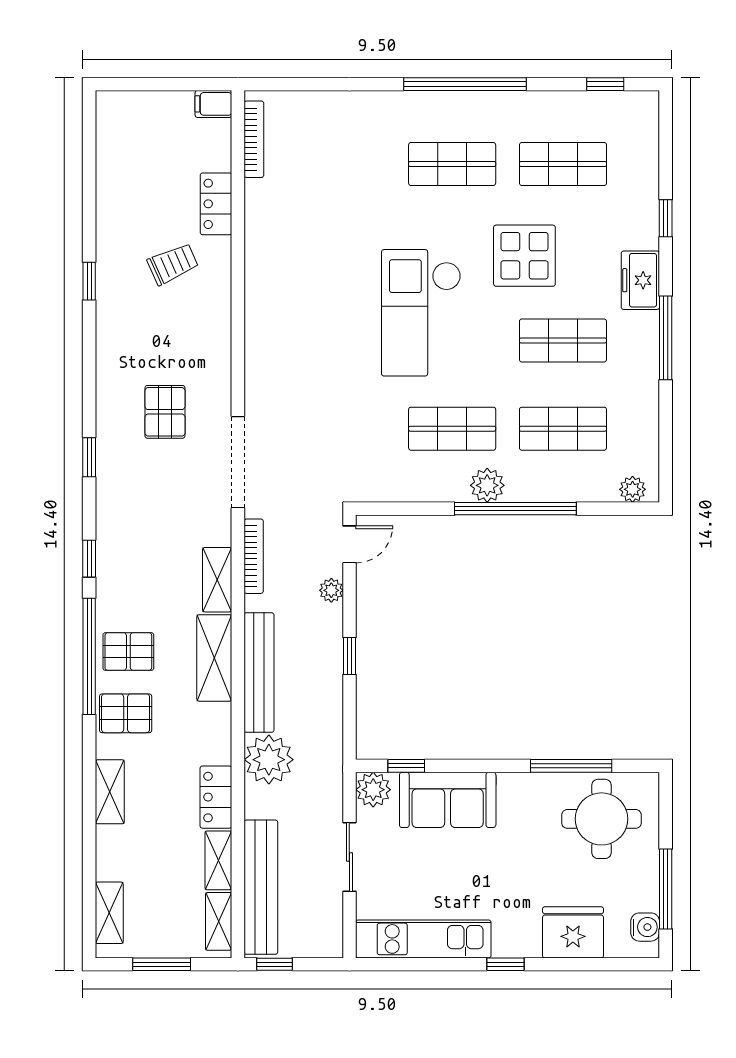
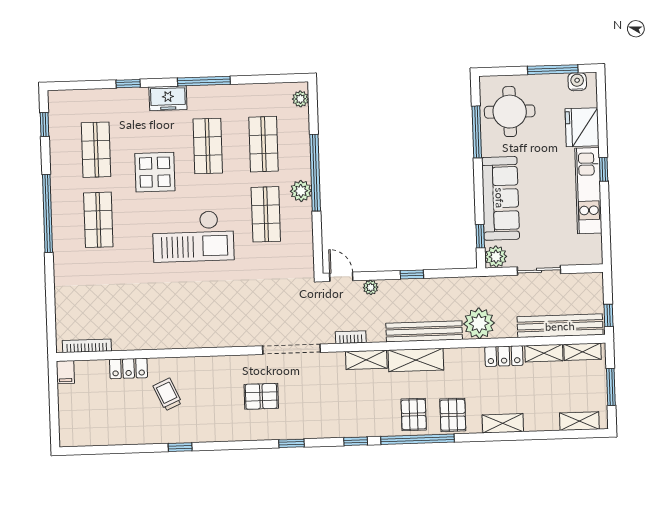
bookcase: (254, 556) -> (351, 337), width x0.64
sofa: (448, 800) -> (500, 198), width x1.36
kitchen unit: (423, 939) -> (588, 191), moved

